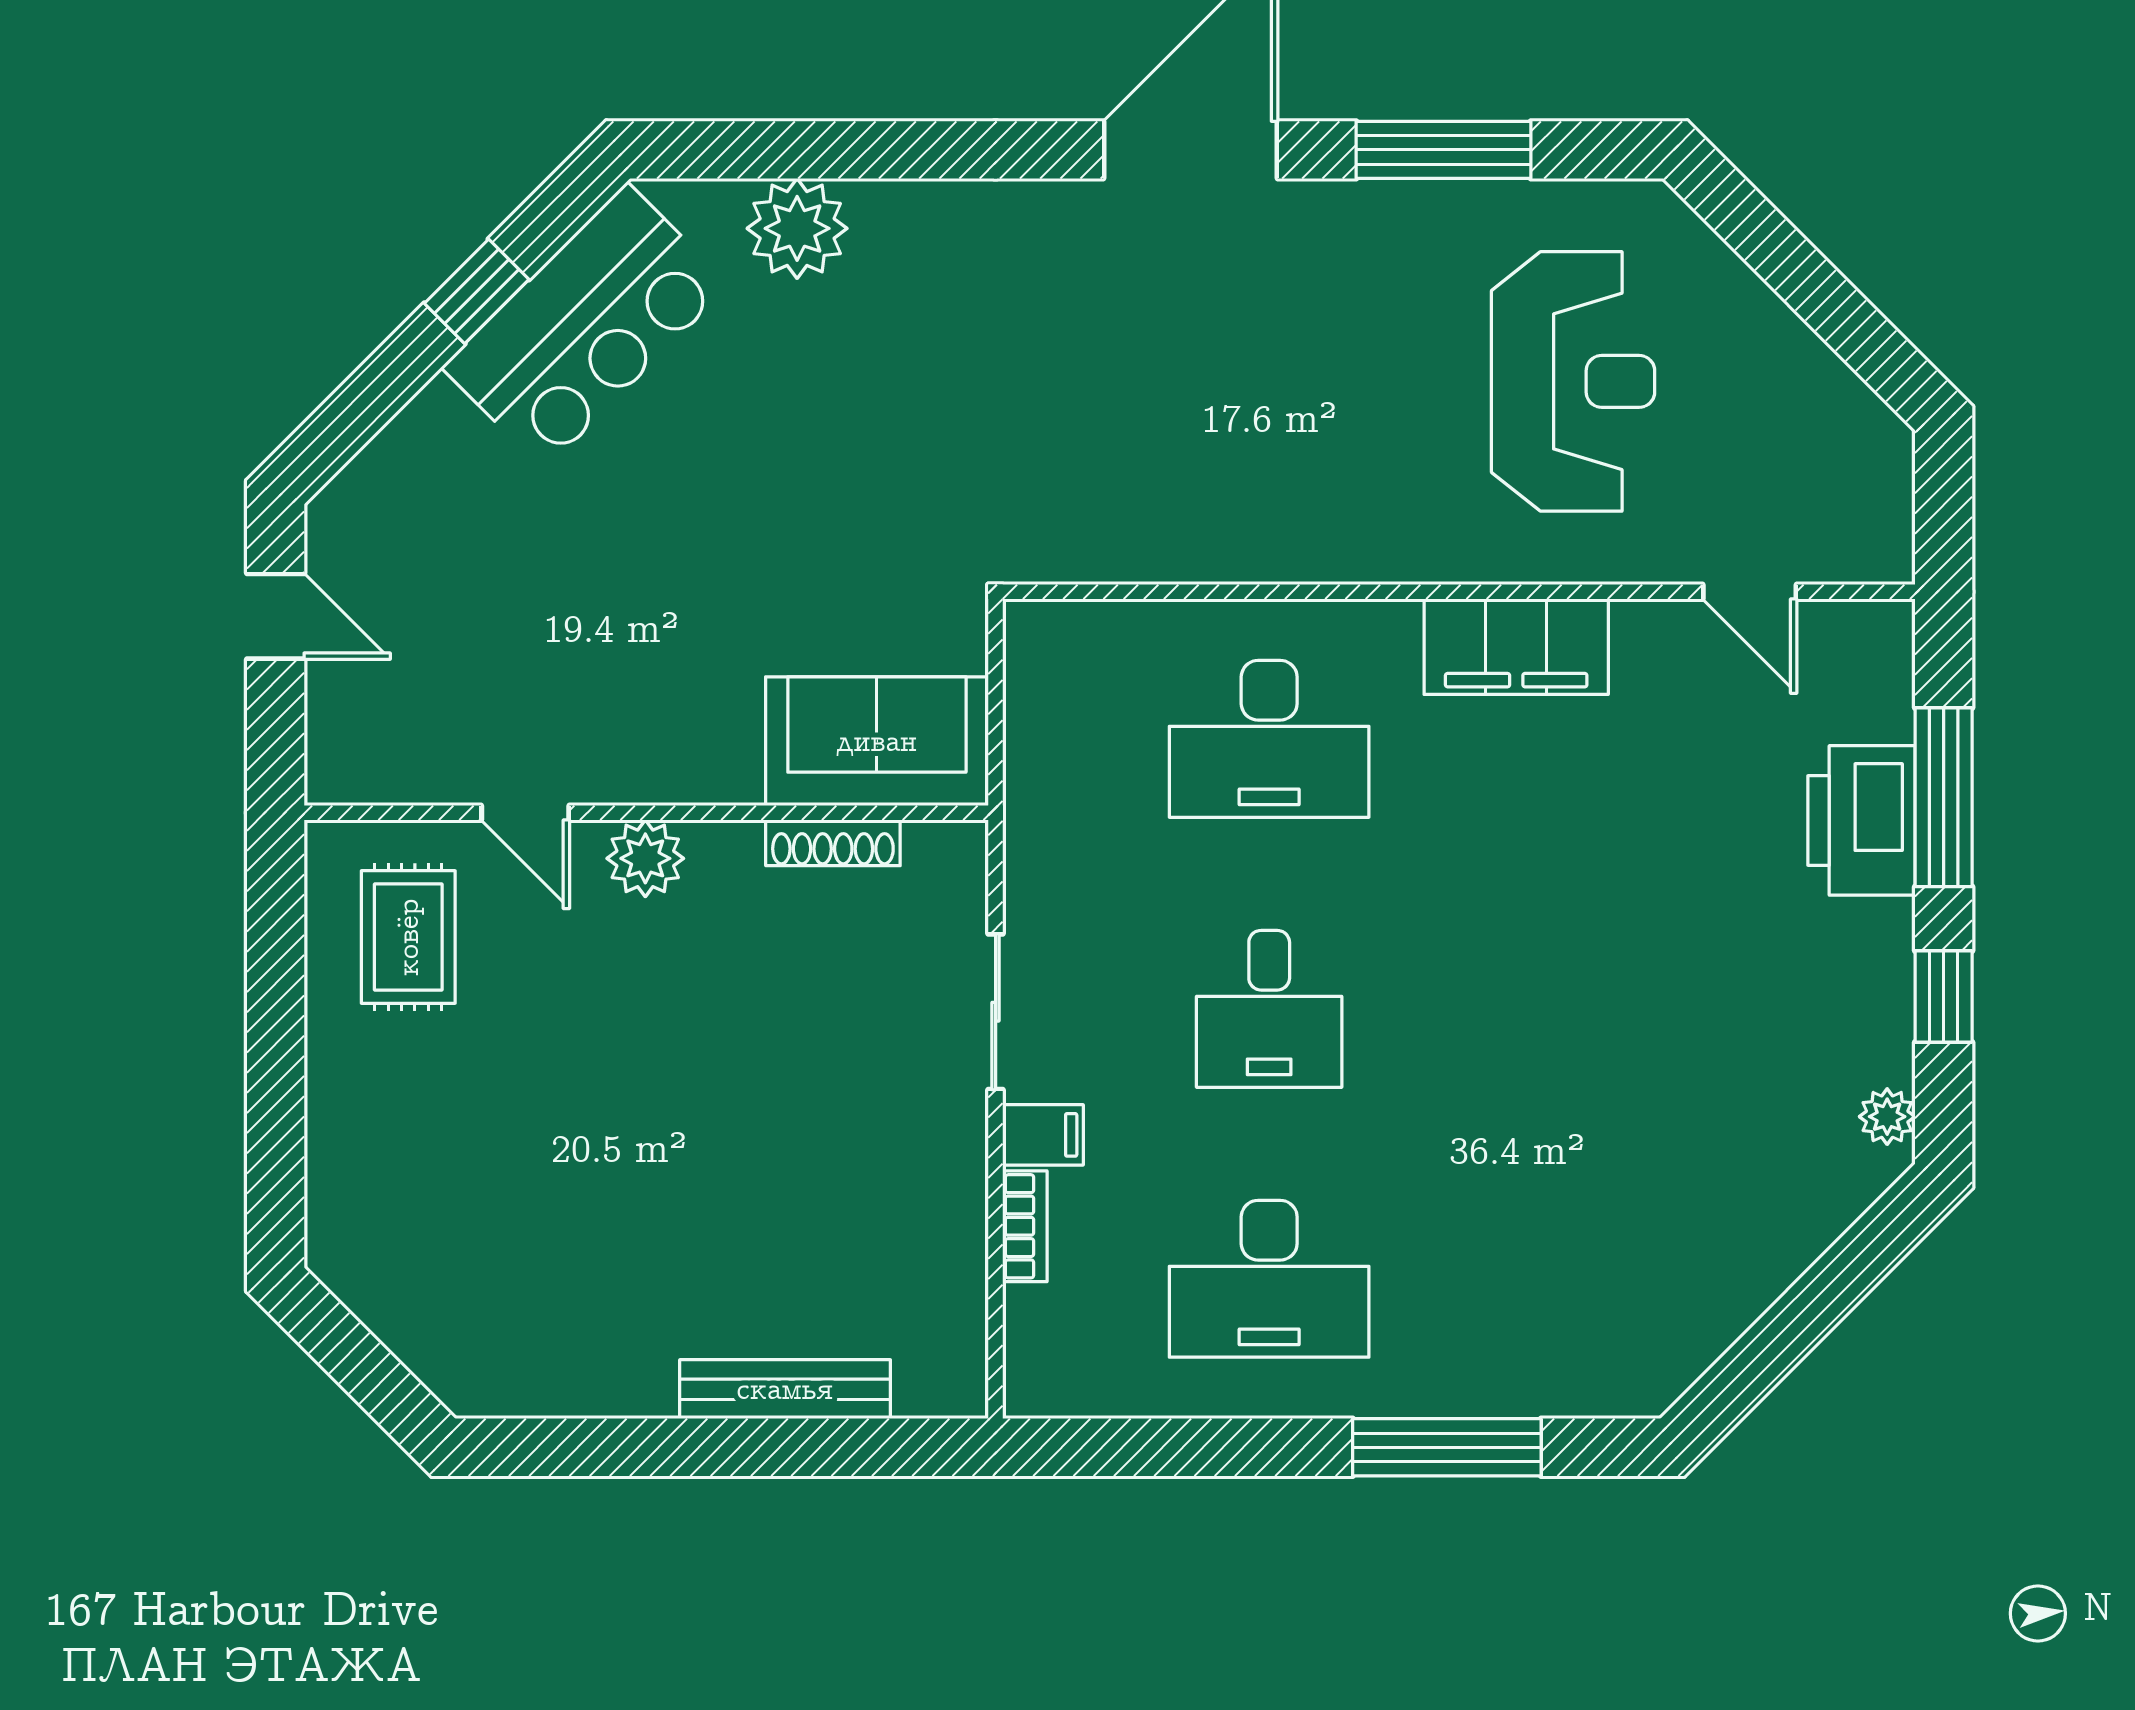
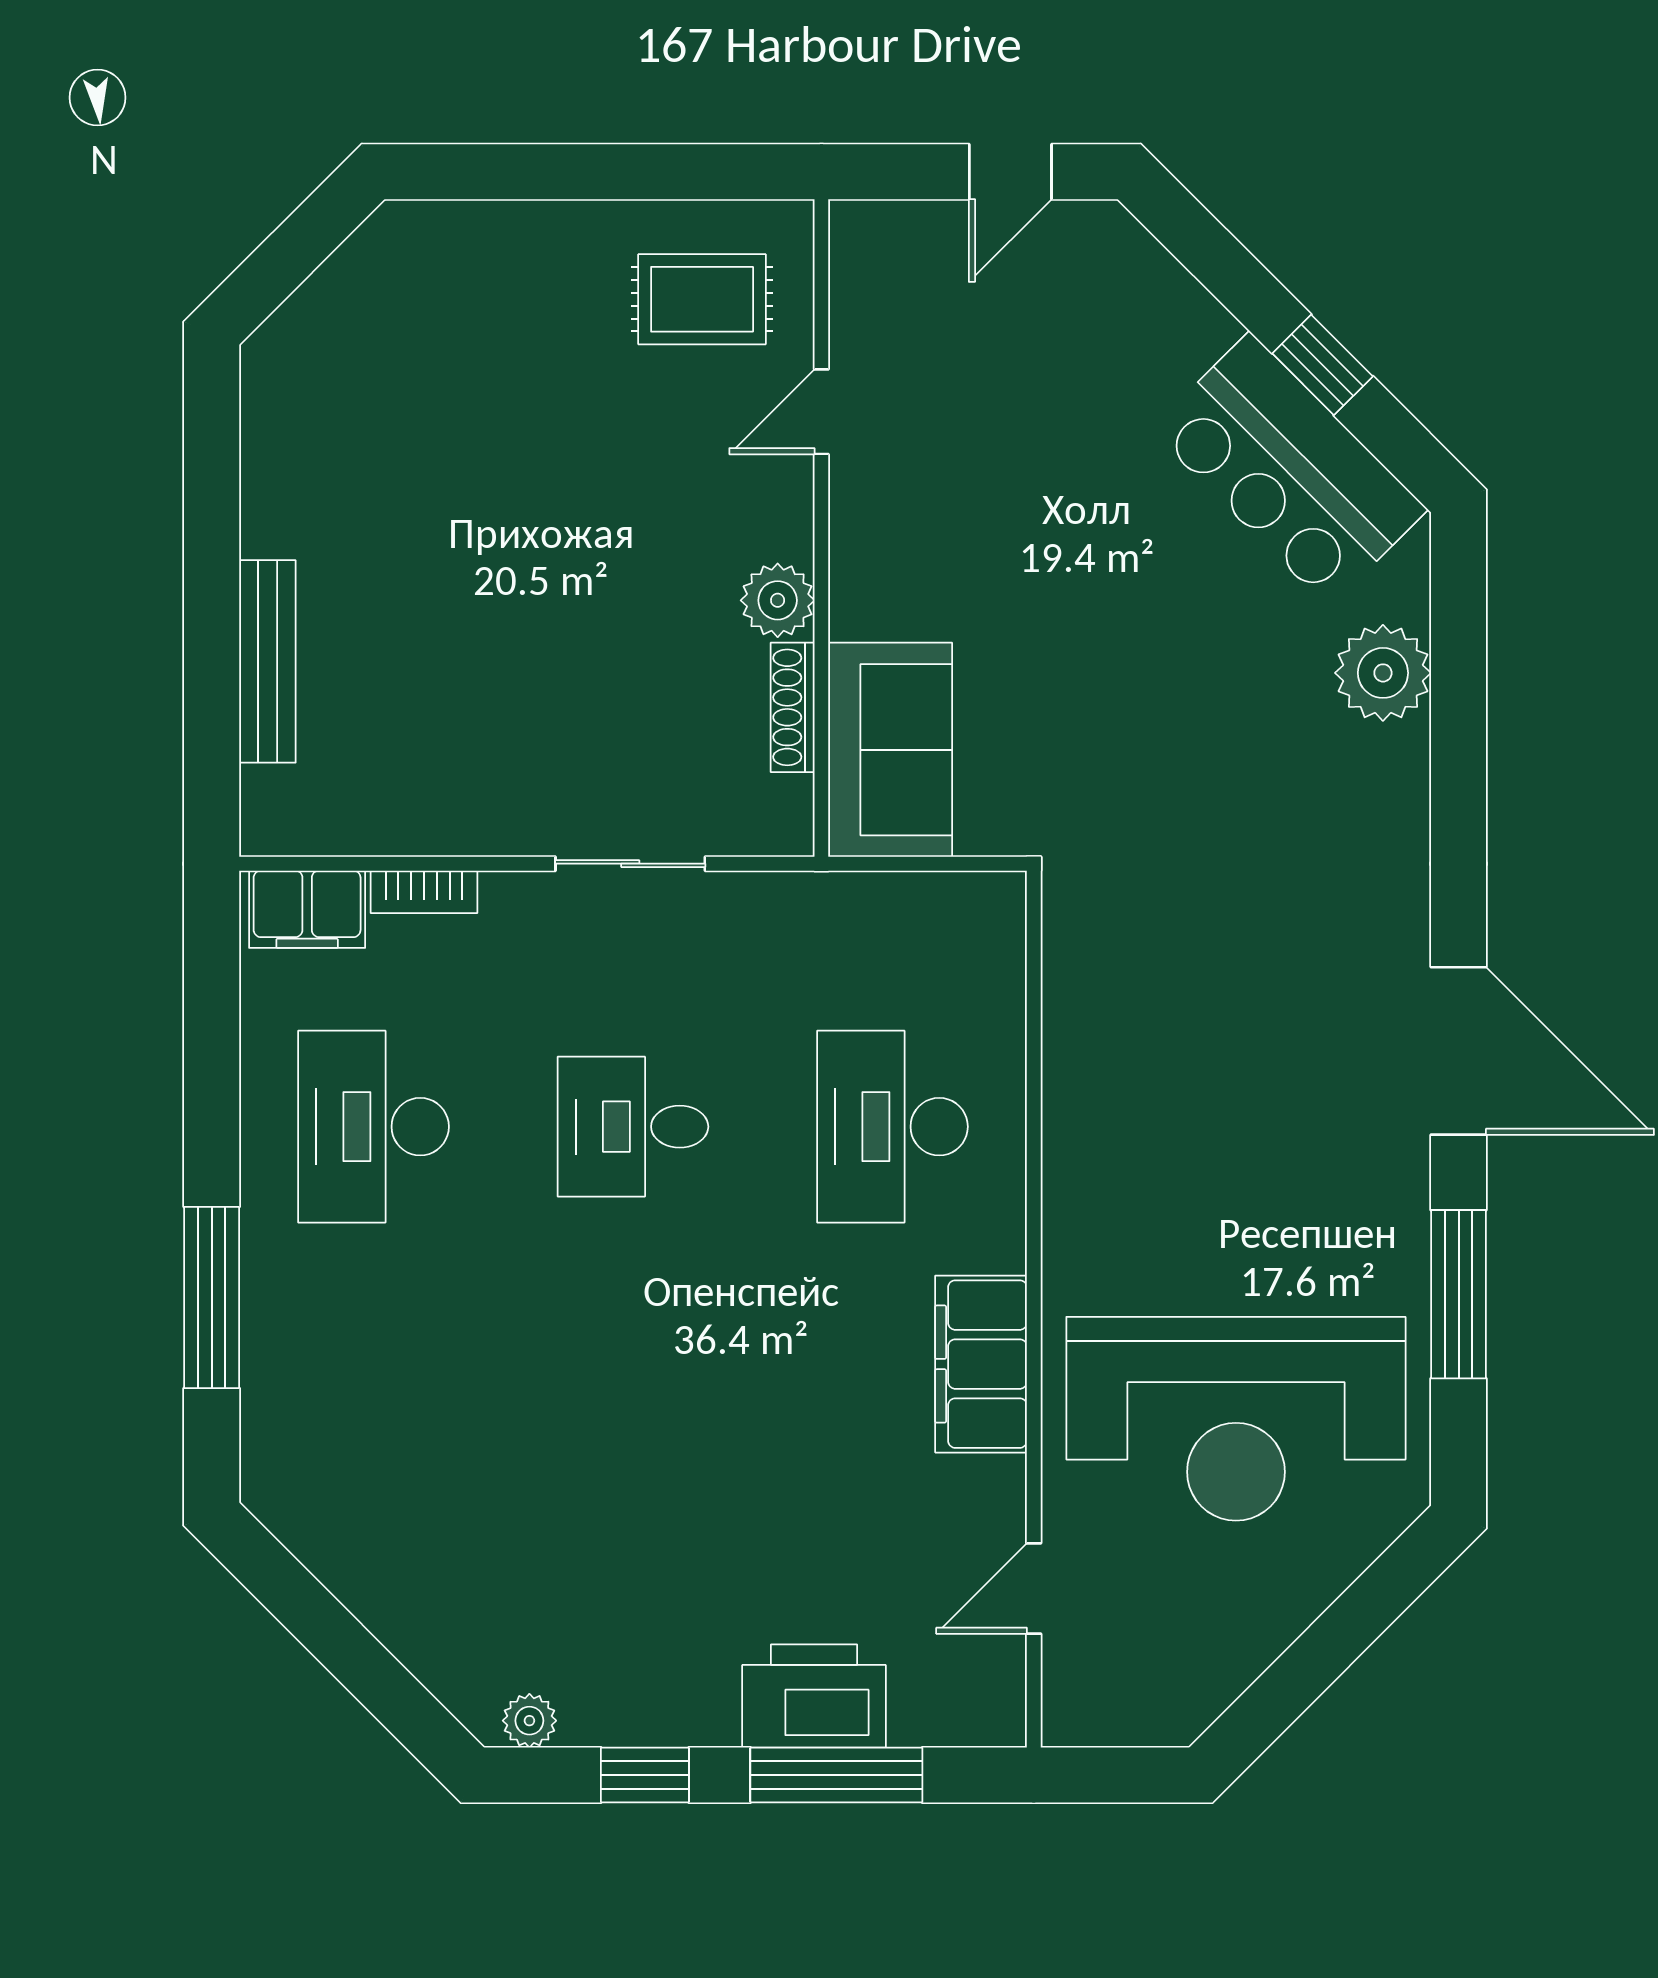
reception desk: (1573, 381) -> (1236, 1419), width x1.36, depth x1.30
plant: (645, 858) -> (778, 600), moved
filing cabinet: (1043, 1135) -> (307, 909), moved, width x2.00

